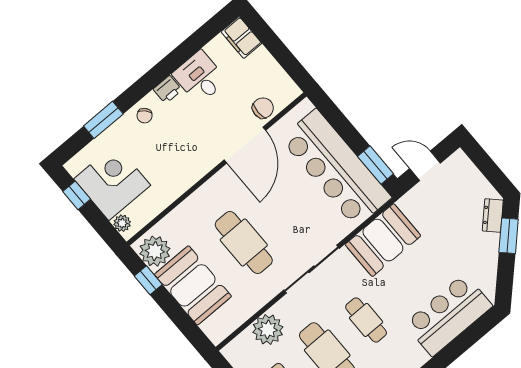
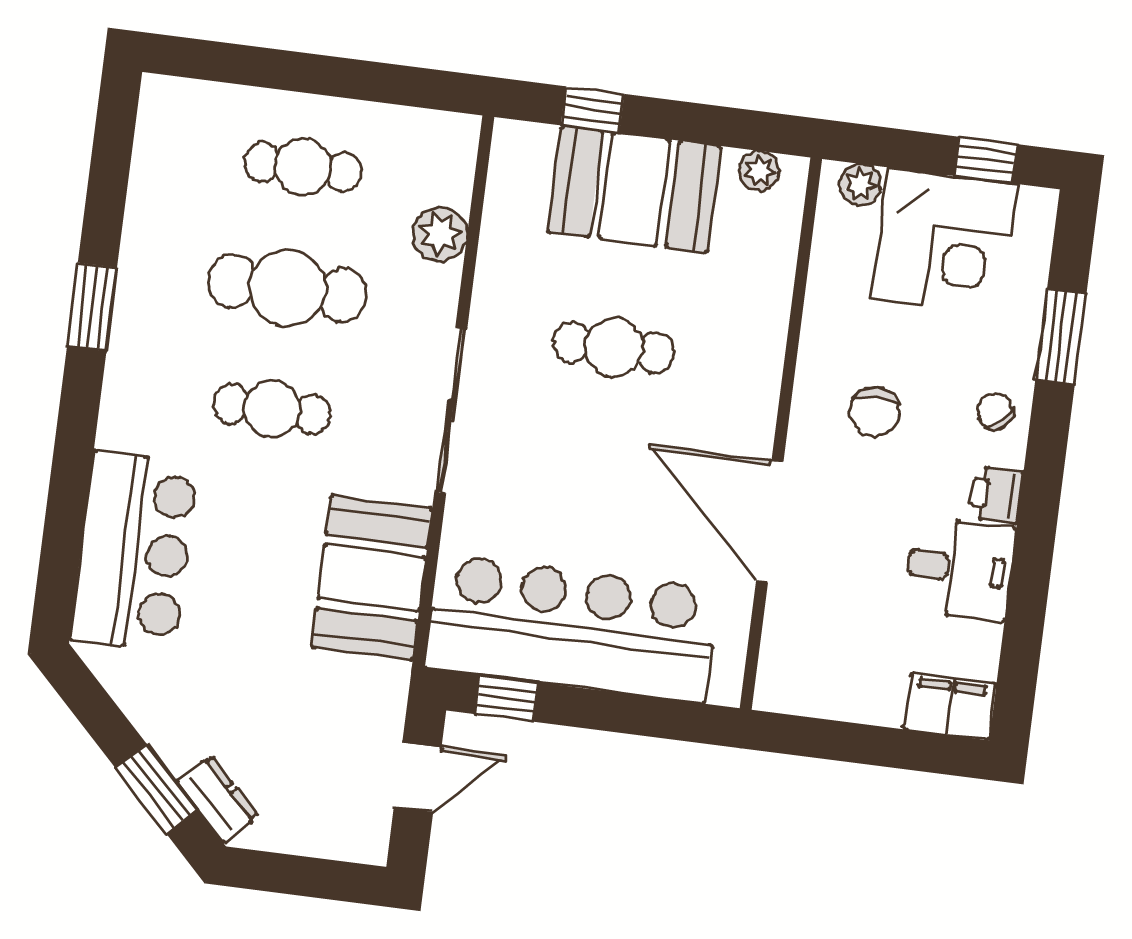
chair: (263, 108) -> (874, 412), moved
window: (376, 165) -> (506, 698), width x0.67
cafe table: (244, 243) -> (614, 348), width x0.73, depth x0.74
plant: (155, 251) -> (759, 171), width x0.53, depth x0.53
window: (148, 280) -> (593, 110), moved
plant: (268, 330) -> (440, 234), width x0.73, depth x0.73

